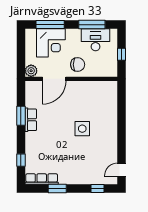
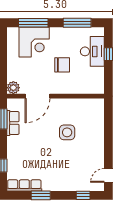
desk: (96, 40) -> (92, 51), moved, turned 90
plant: (31, 71) -> (13, 88), moved
door: (54, 79) -> (37, 96), moved
wall: (71, 79) -> (55, 96), moved

